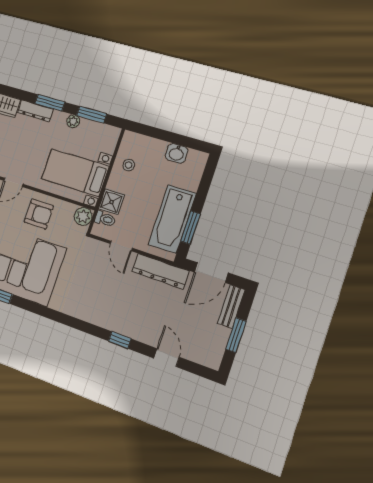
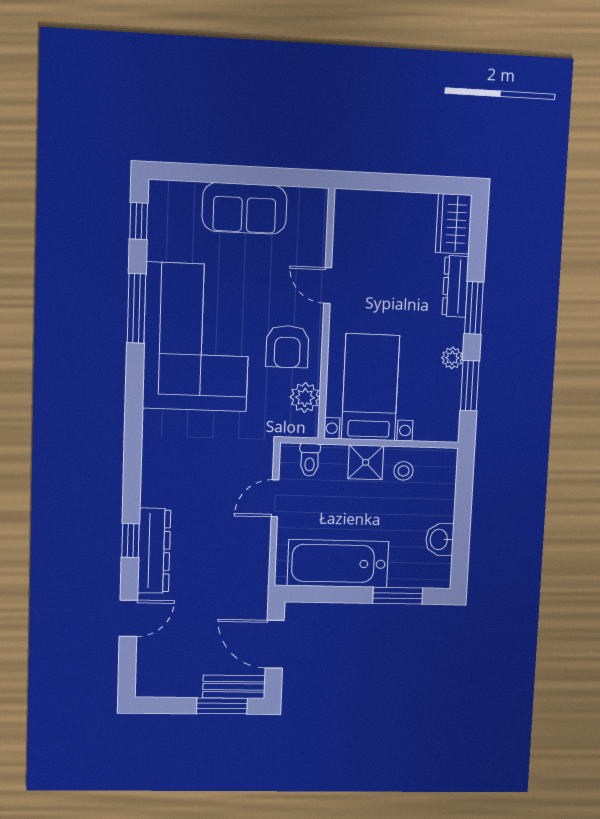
shower: (111, 202) -> (366, 462), moved
plant: (83, 216) -> (305, 397), moved
window: (191, 228) -> (398, 596), moved
dresser: (160, 271) -> (154, 551), moved, turned 180
window: (236, 335) -> (222, 706), moved

